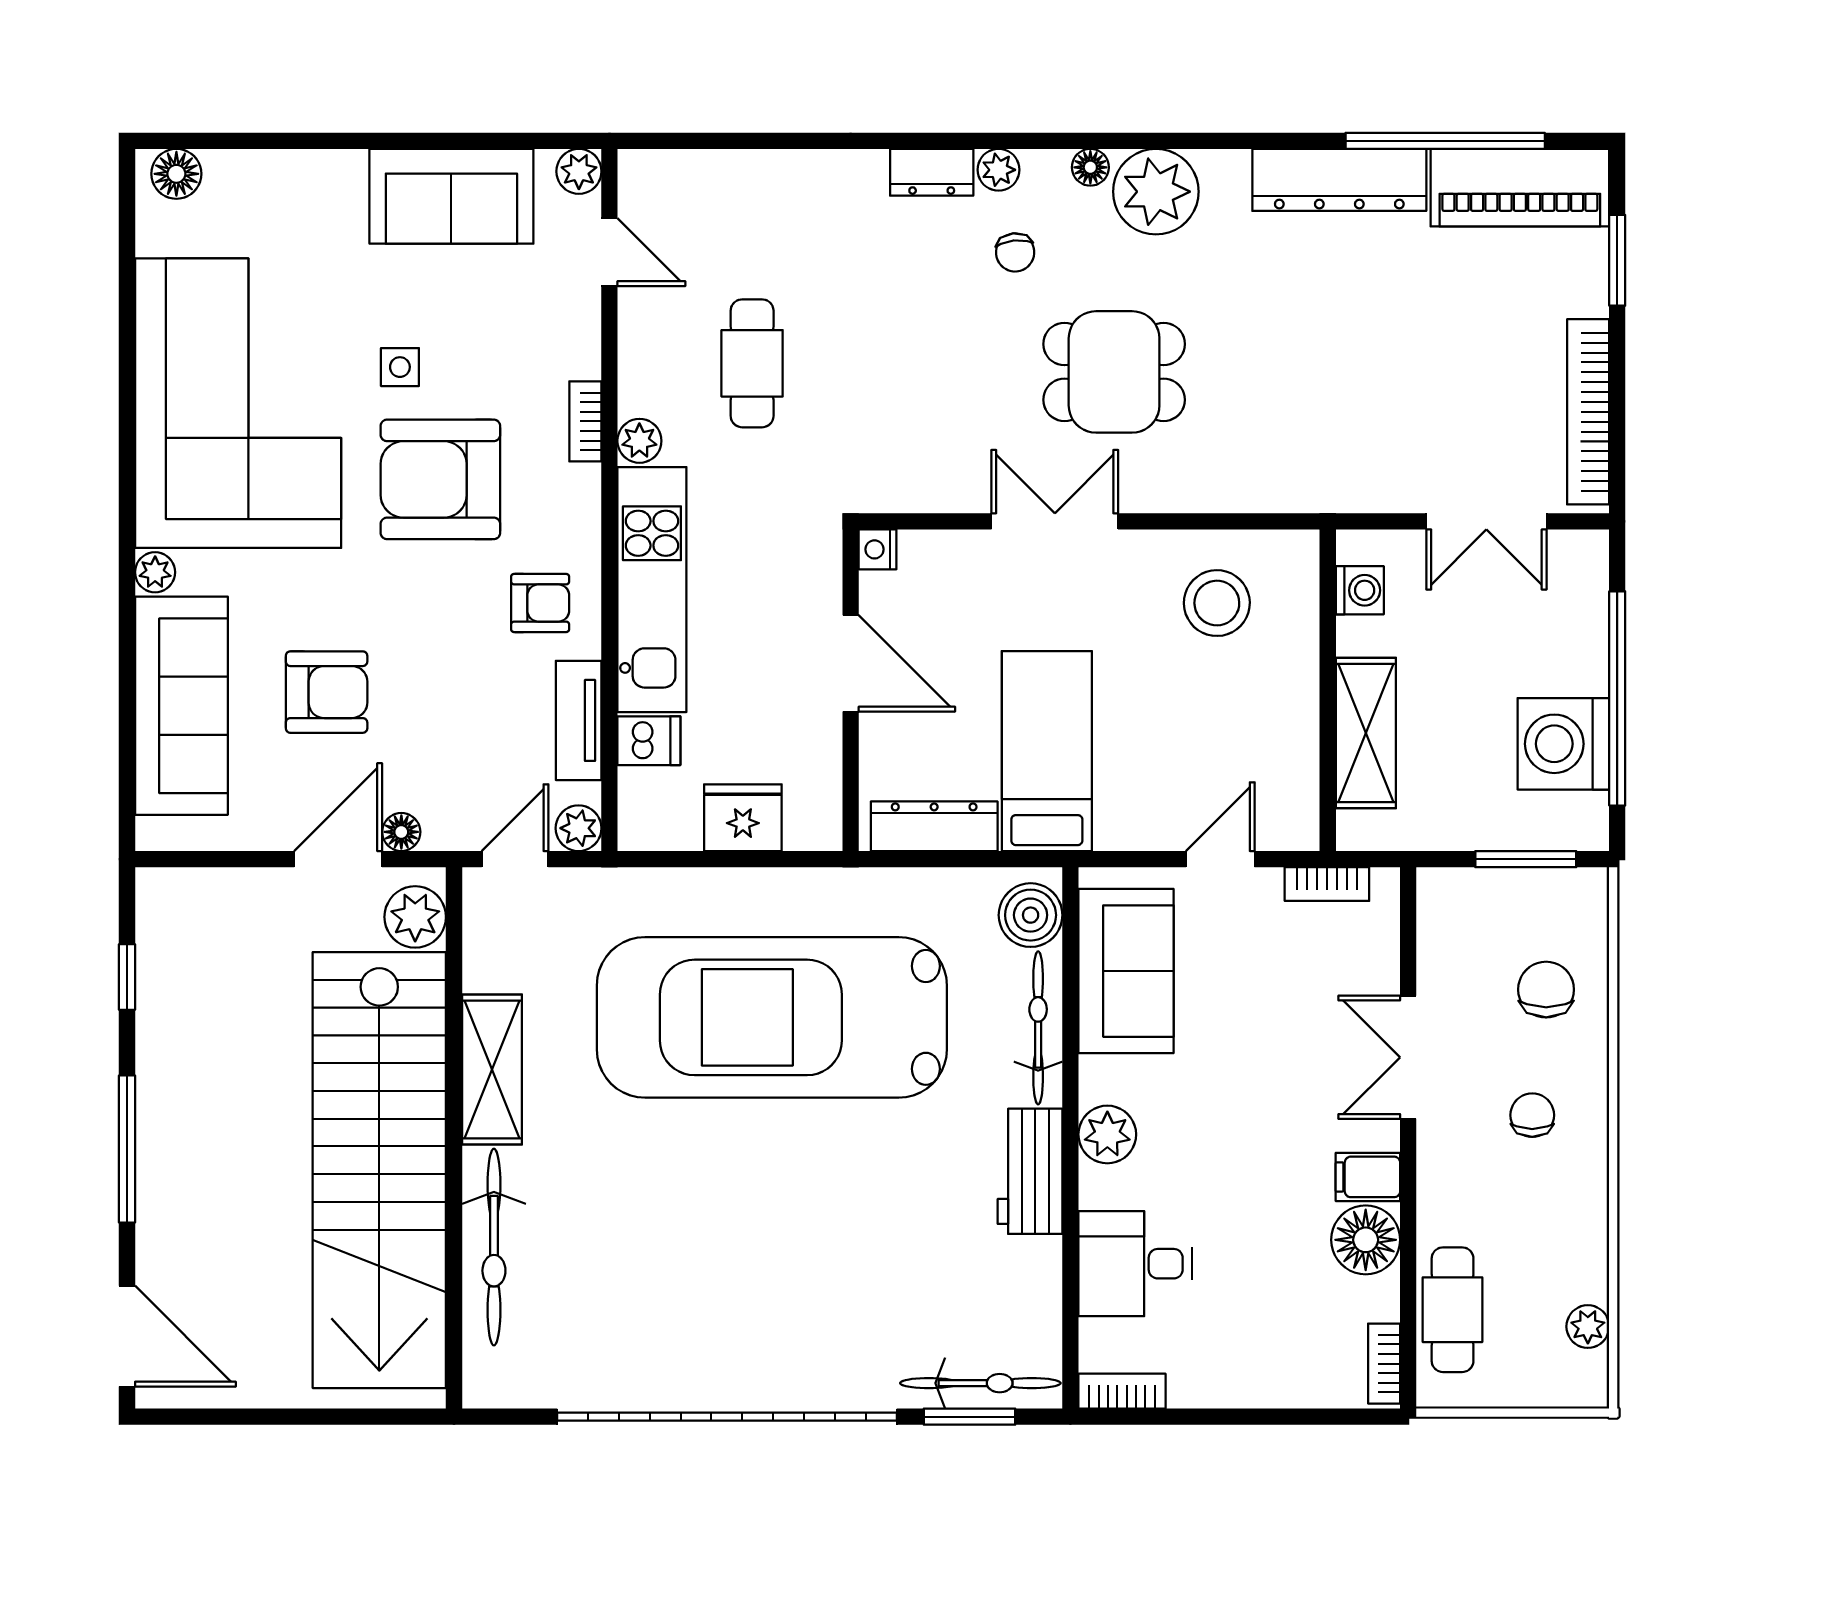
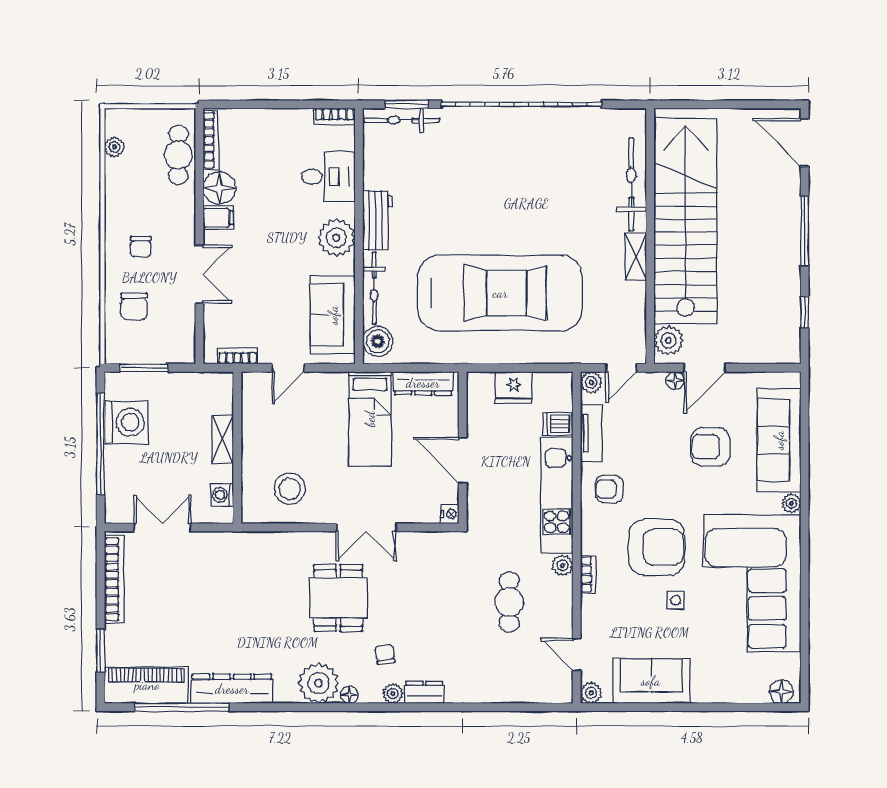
dining table: (1114, 372) -> (338, 598), turned 90
shelving: (1366, 733) -> (223, 439), width x0.67, depth x0.75
shelving: (492, 1069) -> (636, 257), width x0.67, depth x0.75
plant: (1107, 1134) -> (336, 238), width x1.36, depth x1.36
bookcase: (1384, 1364) -> (211, 140), width x1.56

